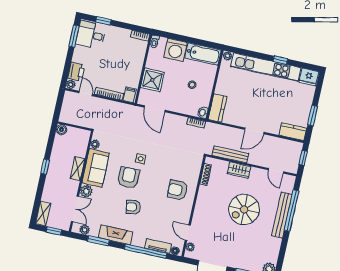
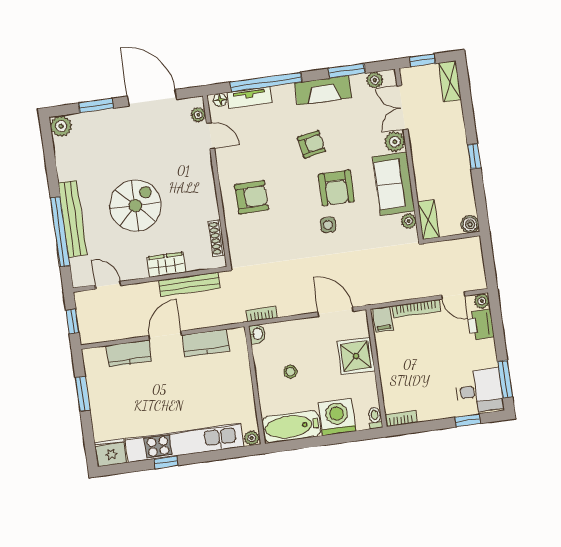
kitchen counter: (218, 108) -> (206, 343), moved, turned -90
kitchen counter: (293, 132) -> (129, 353), moved
shelving: (78, 169) -> (428, 220), moved

